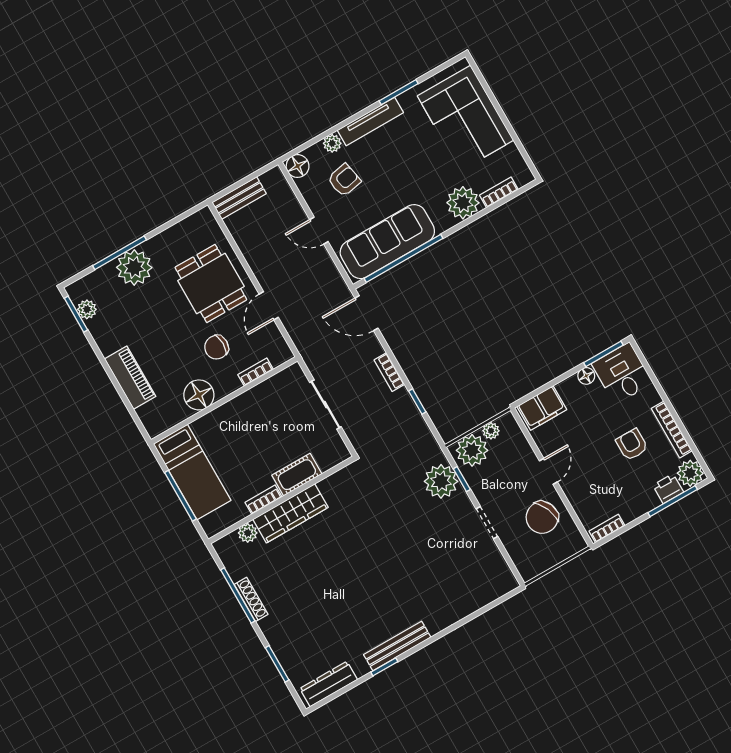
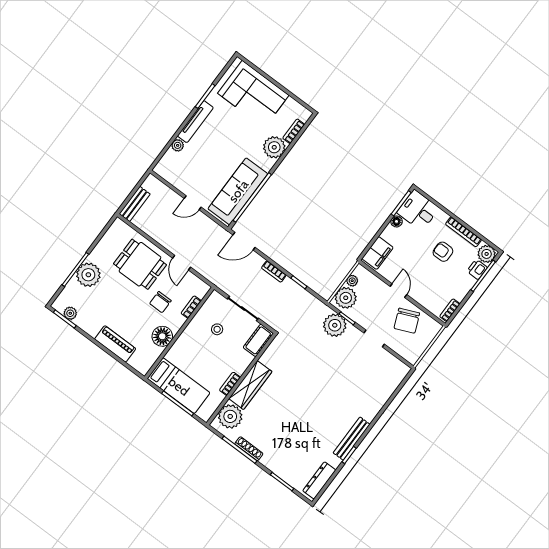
floor lamp: (298, 166) -> (162, 169), removed
armchair: (344, 180) -> (195, 165), removed
stool: (278, 418) -> (217, 329), added
cot: (297, 475) -> (258, 340), moved
plant: (248, 533) -> (230, 416), width x1.87, depth x1.87

